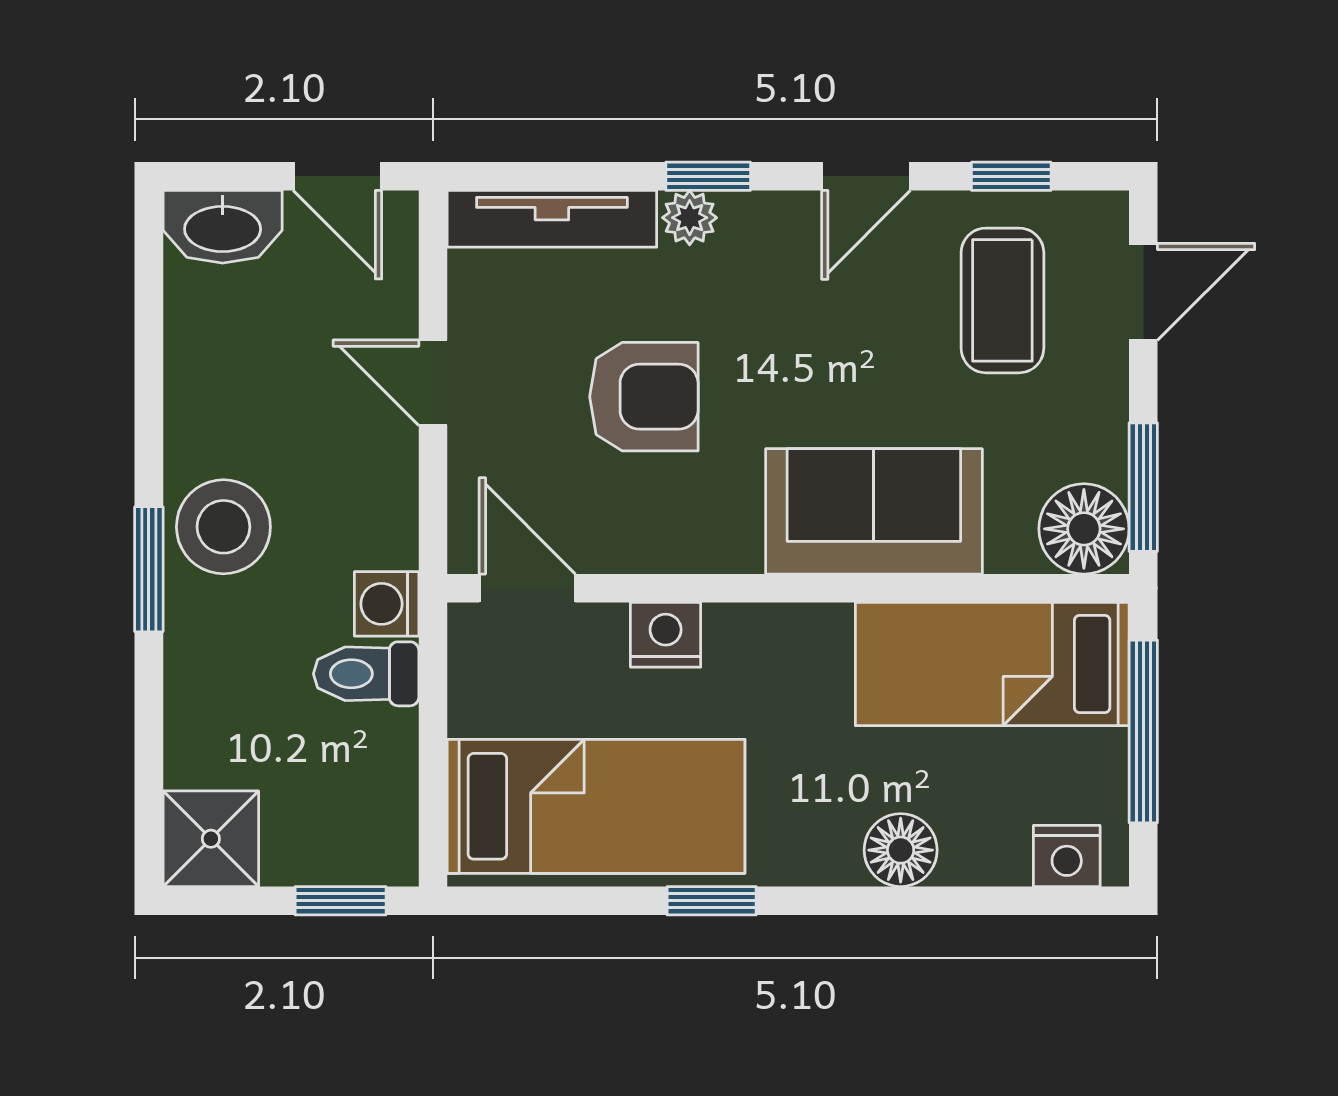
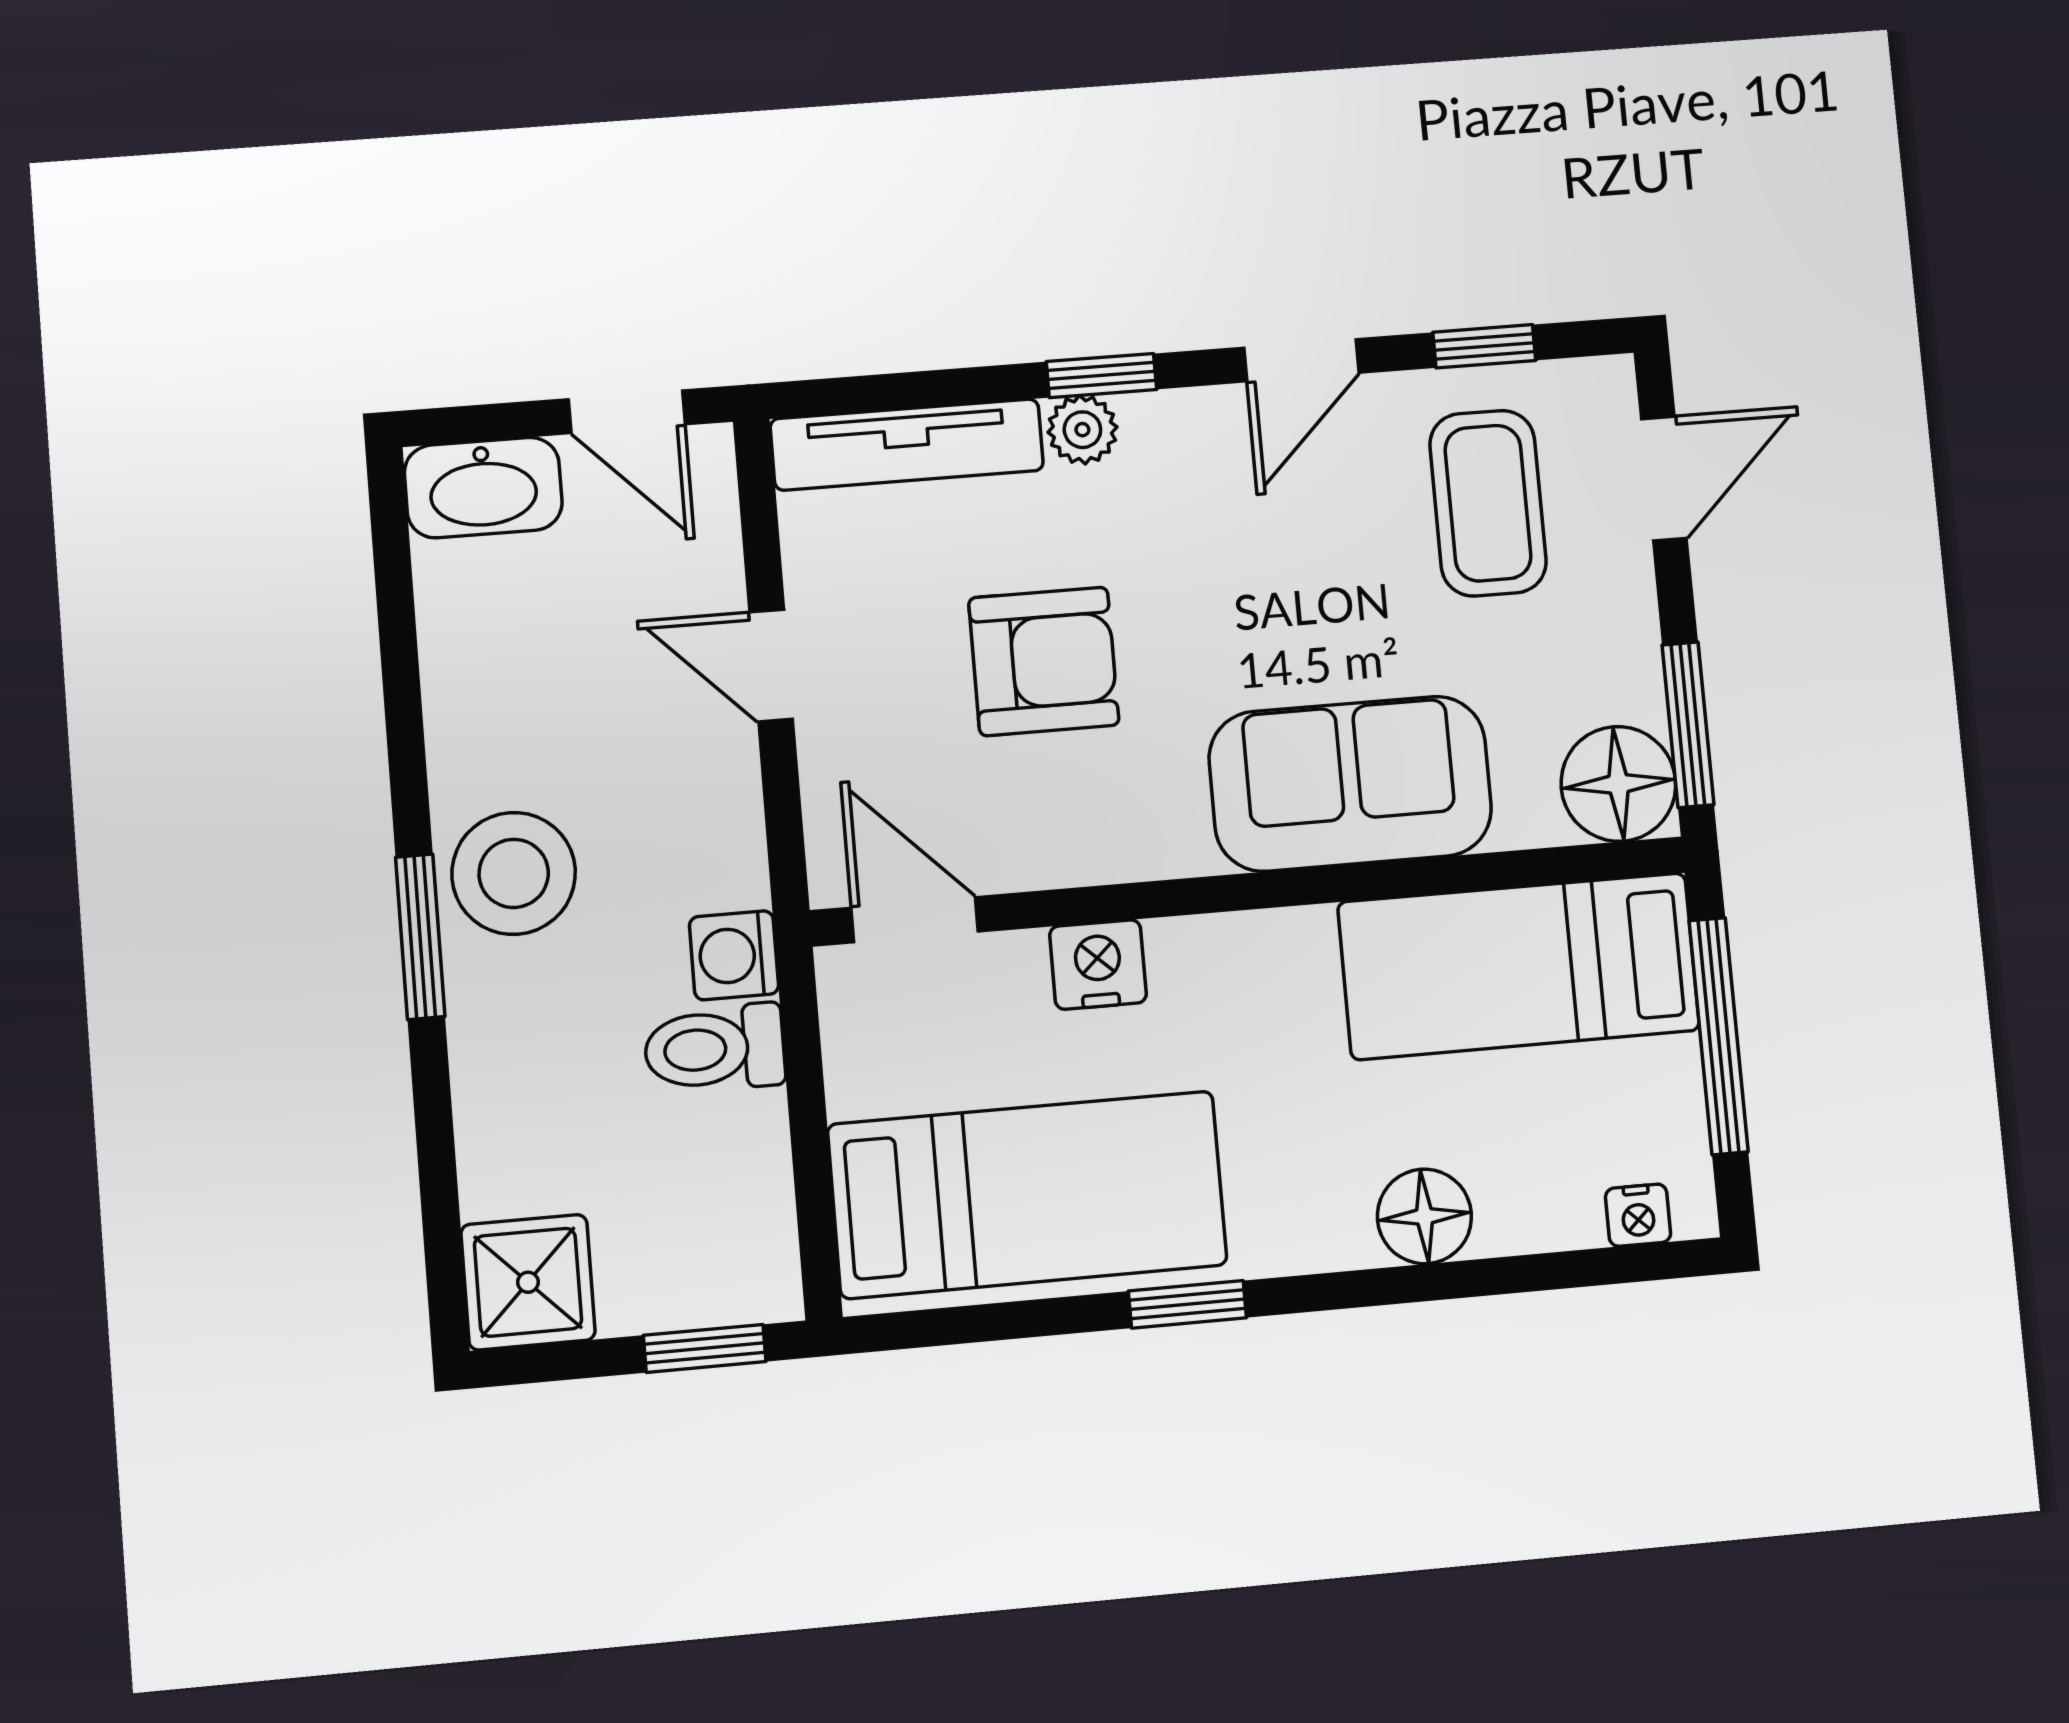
nightstand: (1067, 856) -> (1638, 1215), width x0.72, depth x0.74

